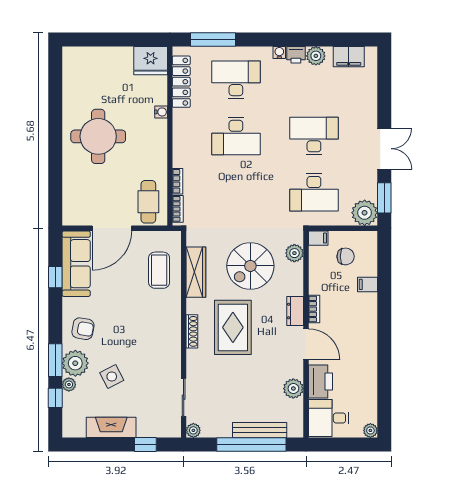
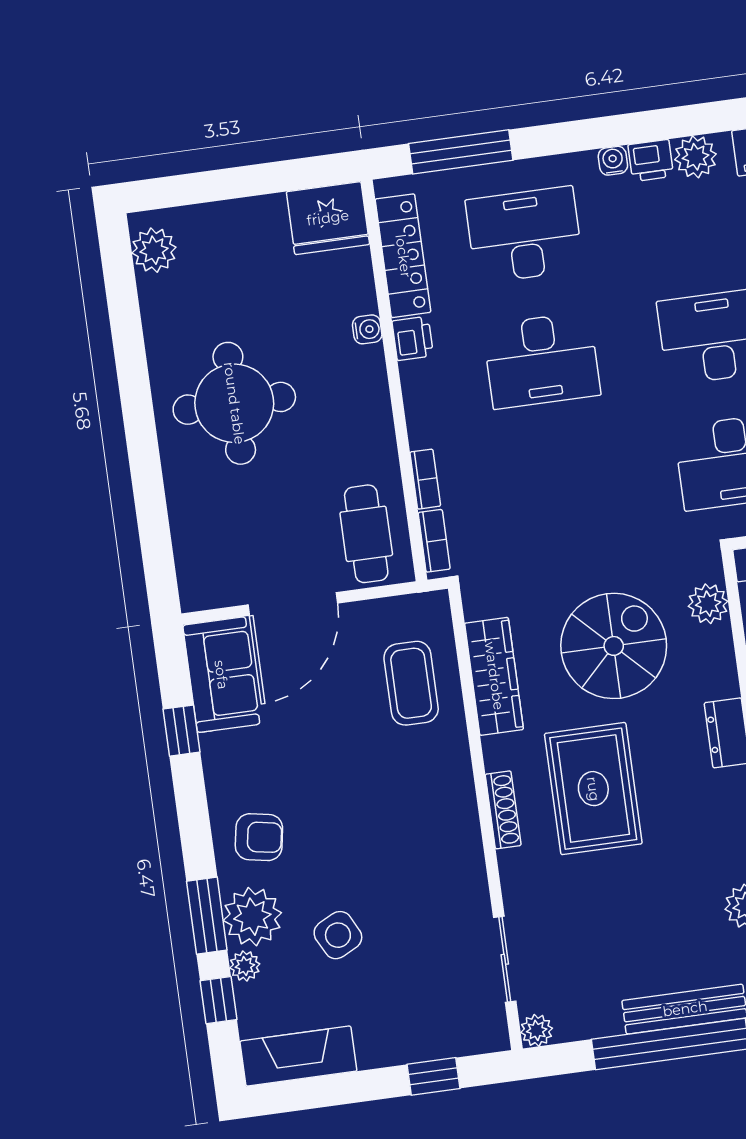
plant: (72, 64) -> (154, 250), added
printer: (181, 119) -> (413, 338), added
sofa: (76, 264) -> (221, 675), width x0.73
spiral stairs: (250, 266) -> (614, 646), turned 180
fireplace: (111, 427) -> (298, 1056), moved

